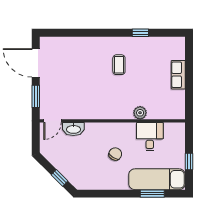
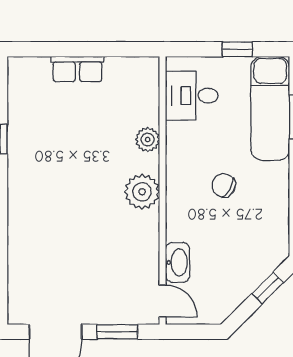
coffee table: (119, 65) -> (59, 178), removed
plant: (112, 110) -> (142, 192), added
desk: (150, 137) -> (192, 96), moved

